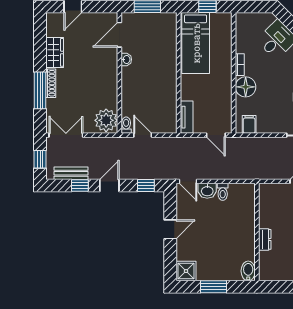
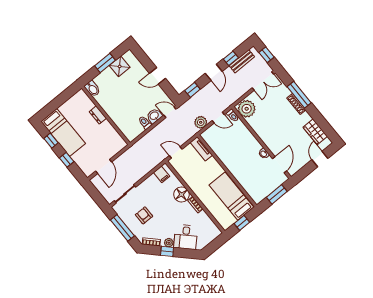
wardrobe: (55, 52) -> (315, 132), moved
plant: (165, 145) -> (201, 122), added
door: (170, 229) -> (157, 76), hinge flipped
shower: (186, 271) -> (120, 66), moved

